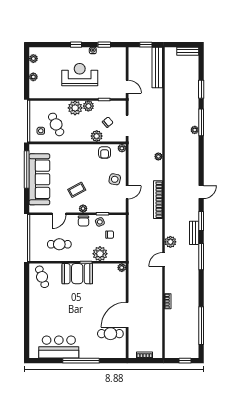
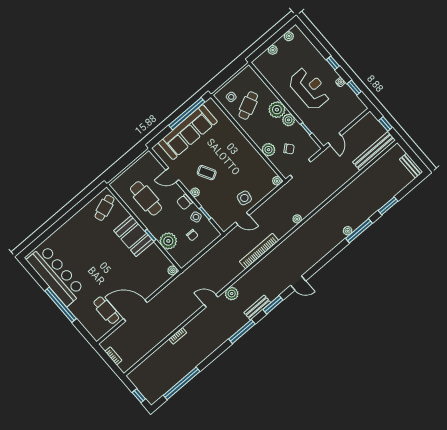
armchair: (105, 152) -> (260, 169), removed
cafe table: (59, 244) -> (146, 198), width x1.37, depth x1.35
bar counter: (59, 347) -> (56, 275), width x1.36

